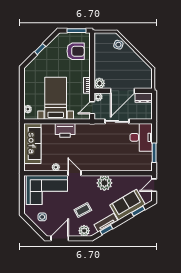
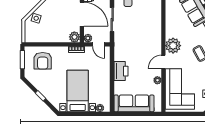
armchair: (76, 51) -> (43, 61), turned 180
bed with nightstands: (56, 98) -> (78, 91), moved, turned 90
plant: (104, 183) -> (173, 46), moved

